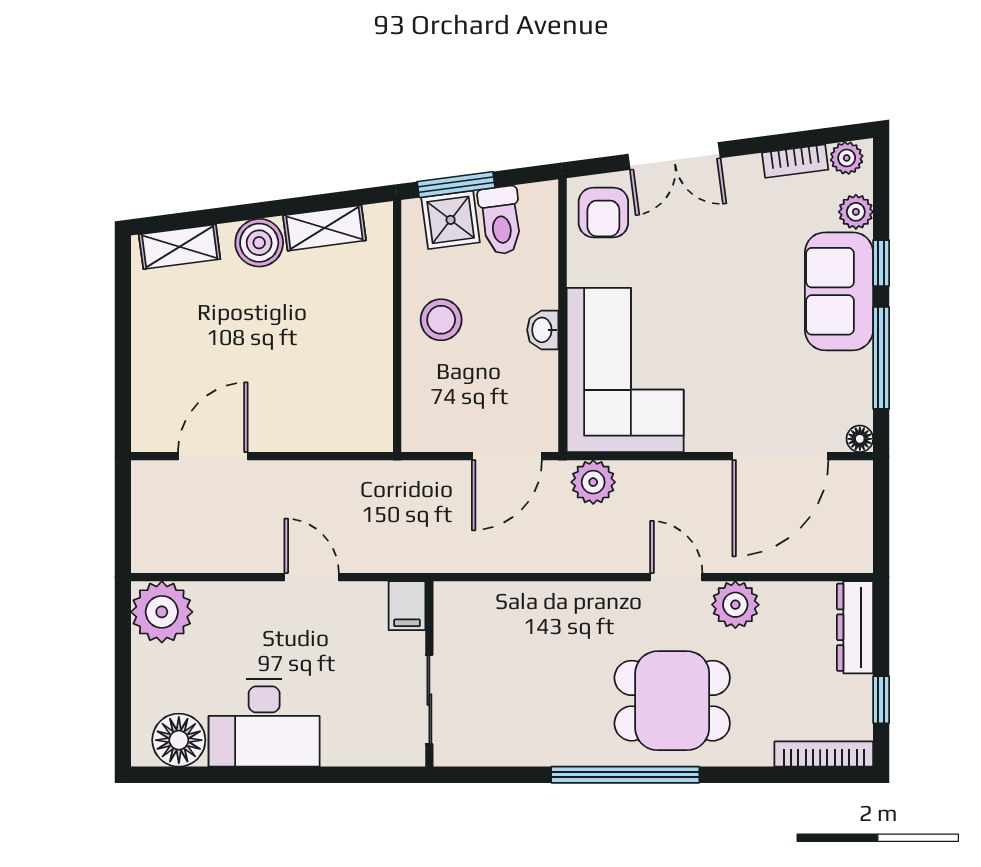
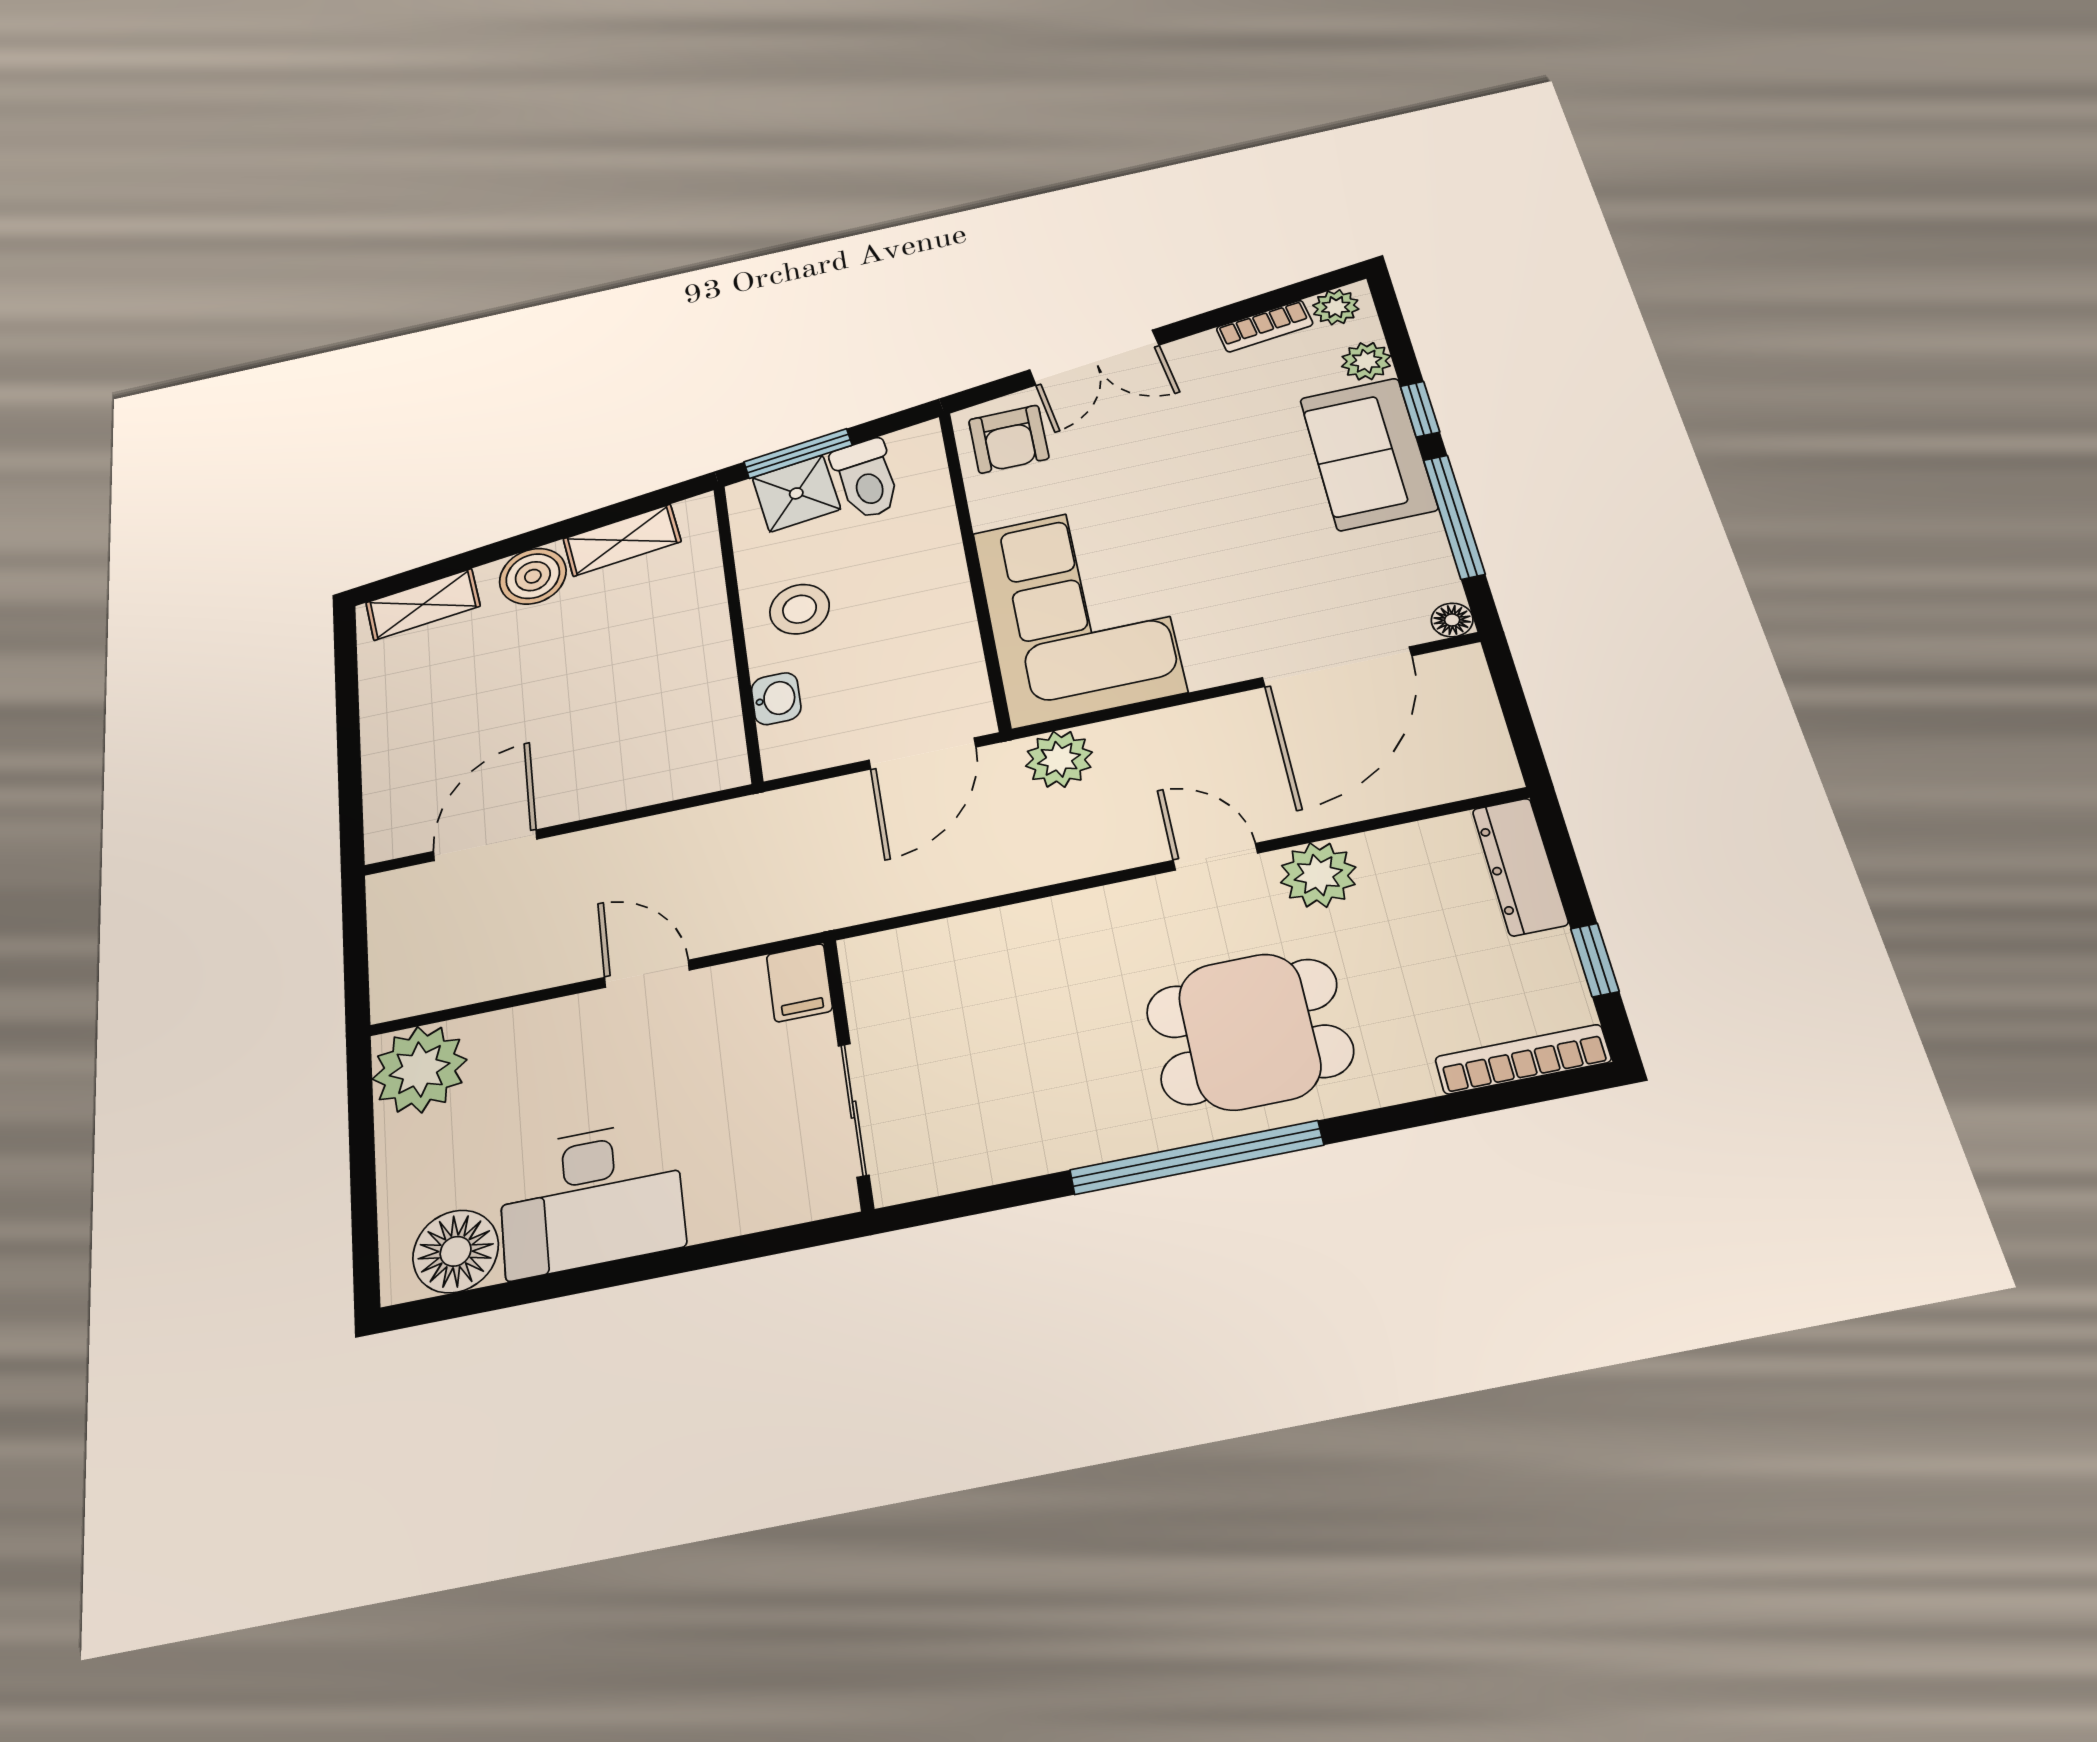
washbasin: (543, 330) -> (776, 699), moved, turned 180

